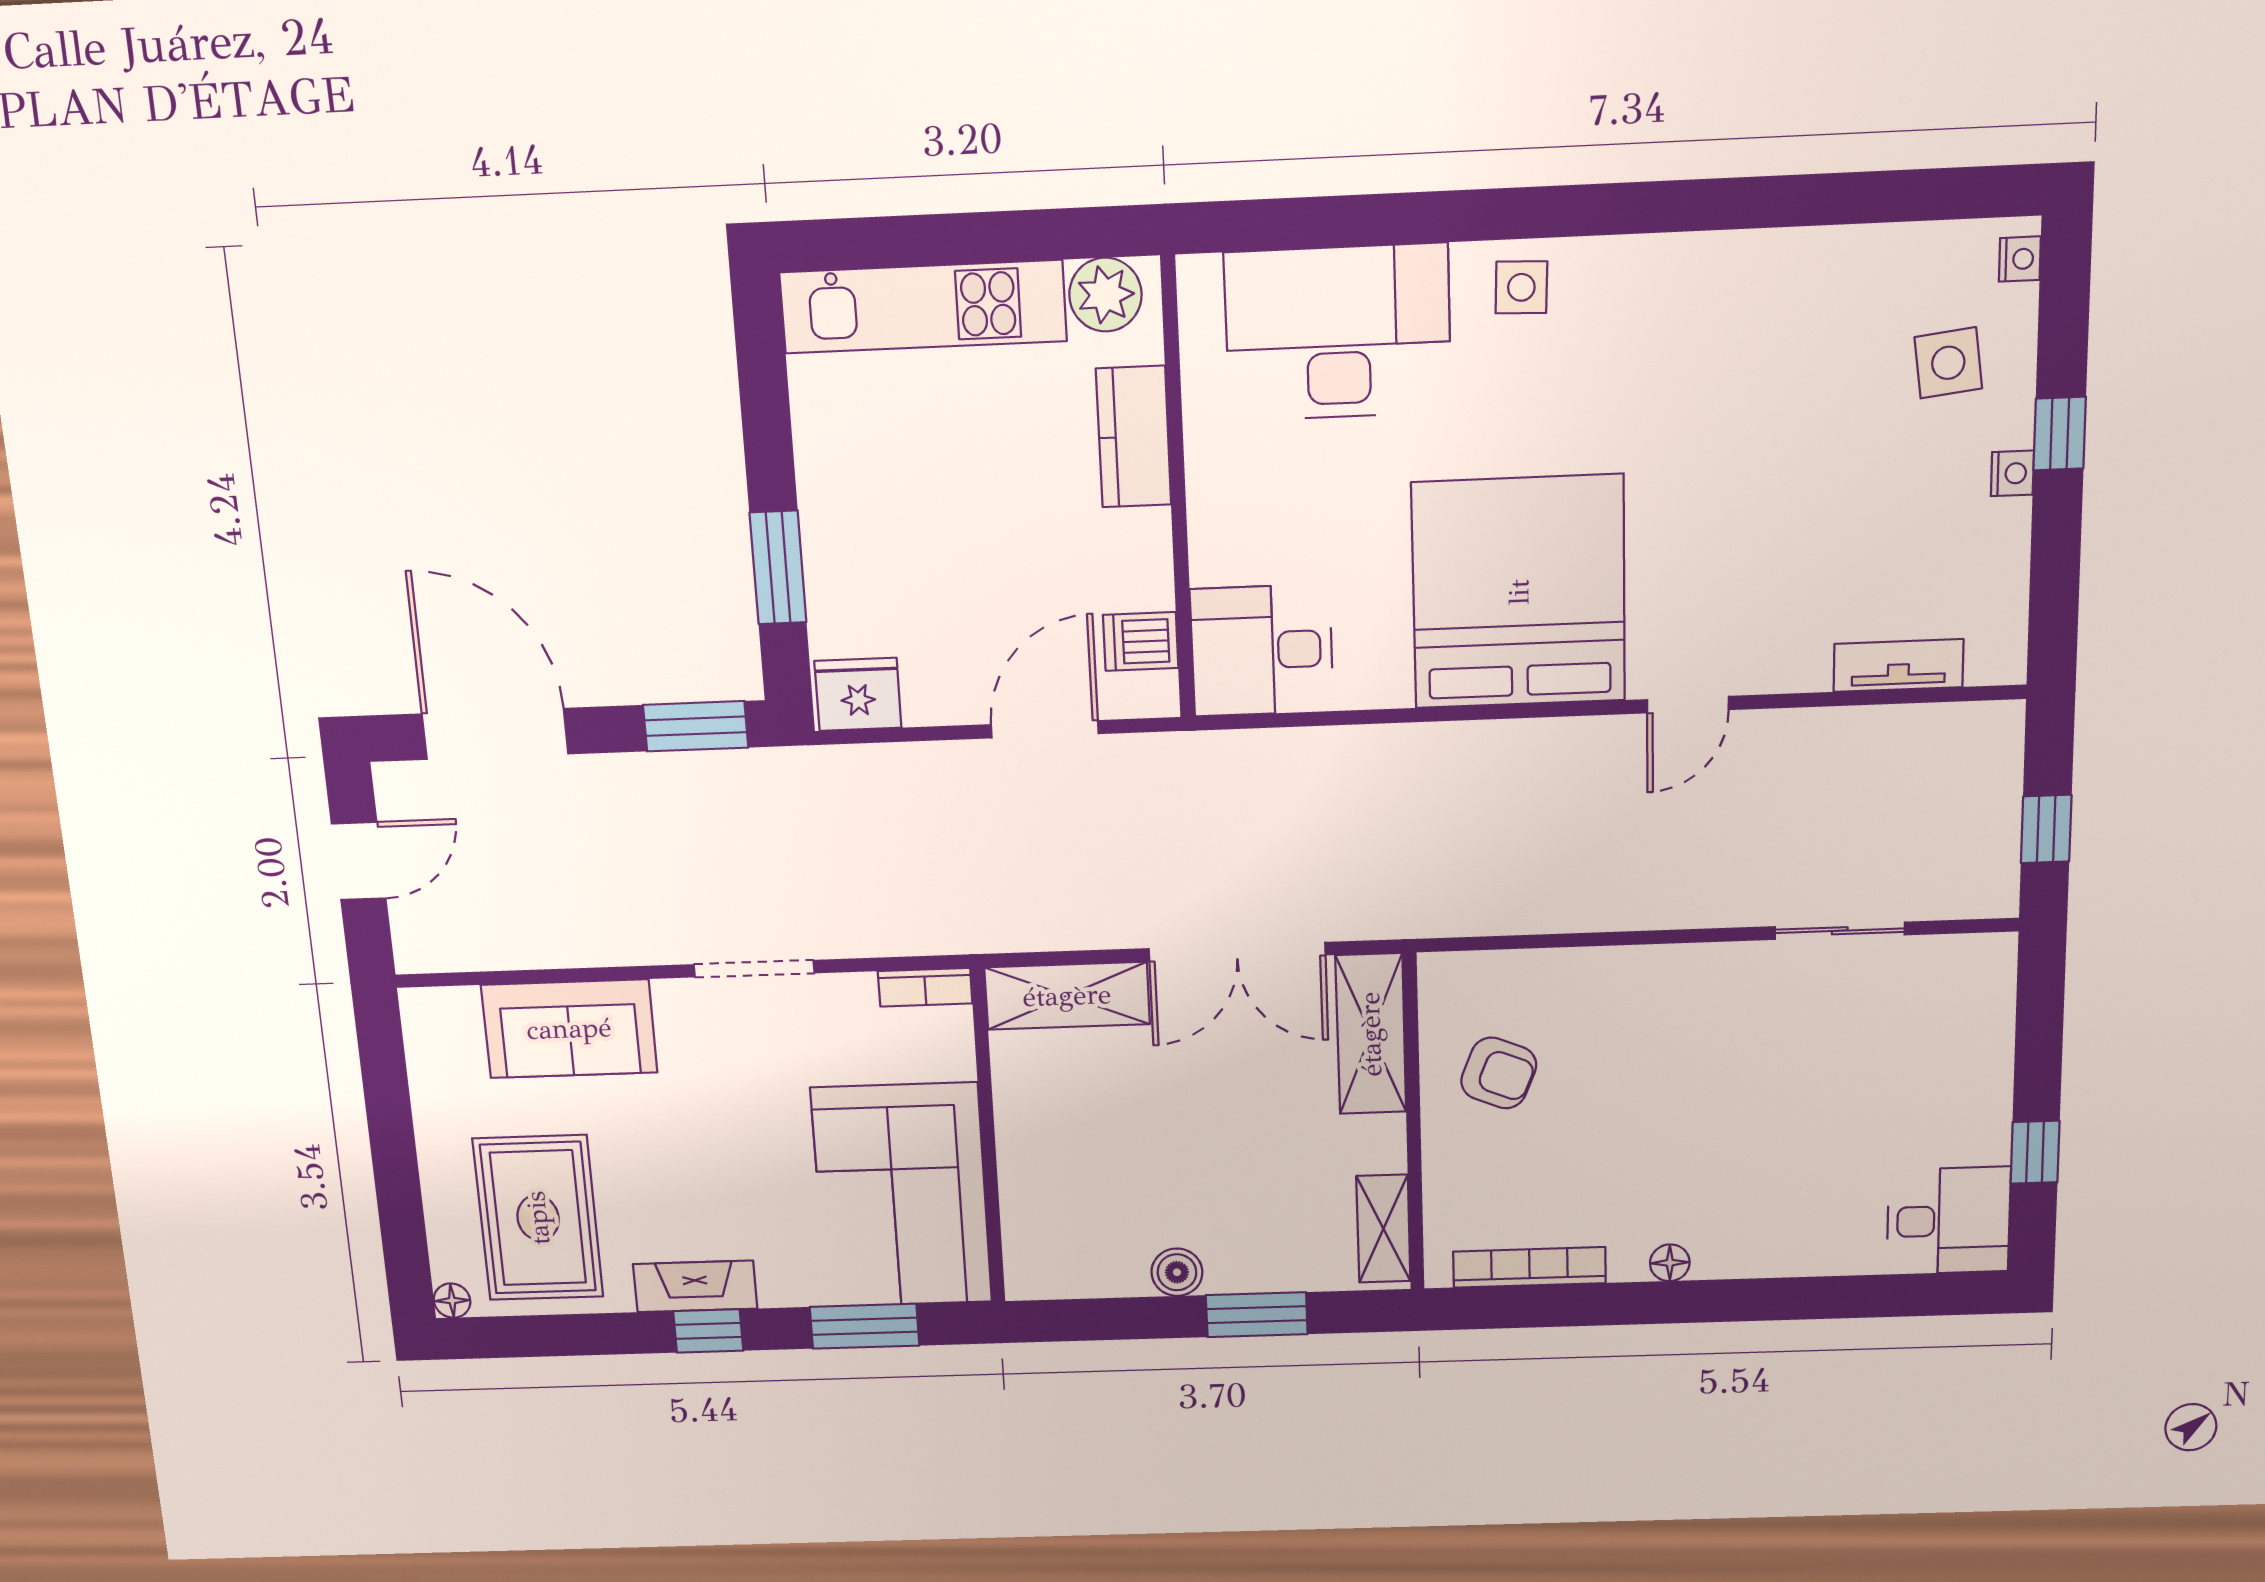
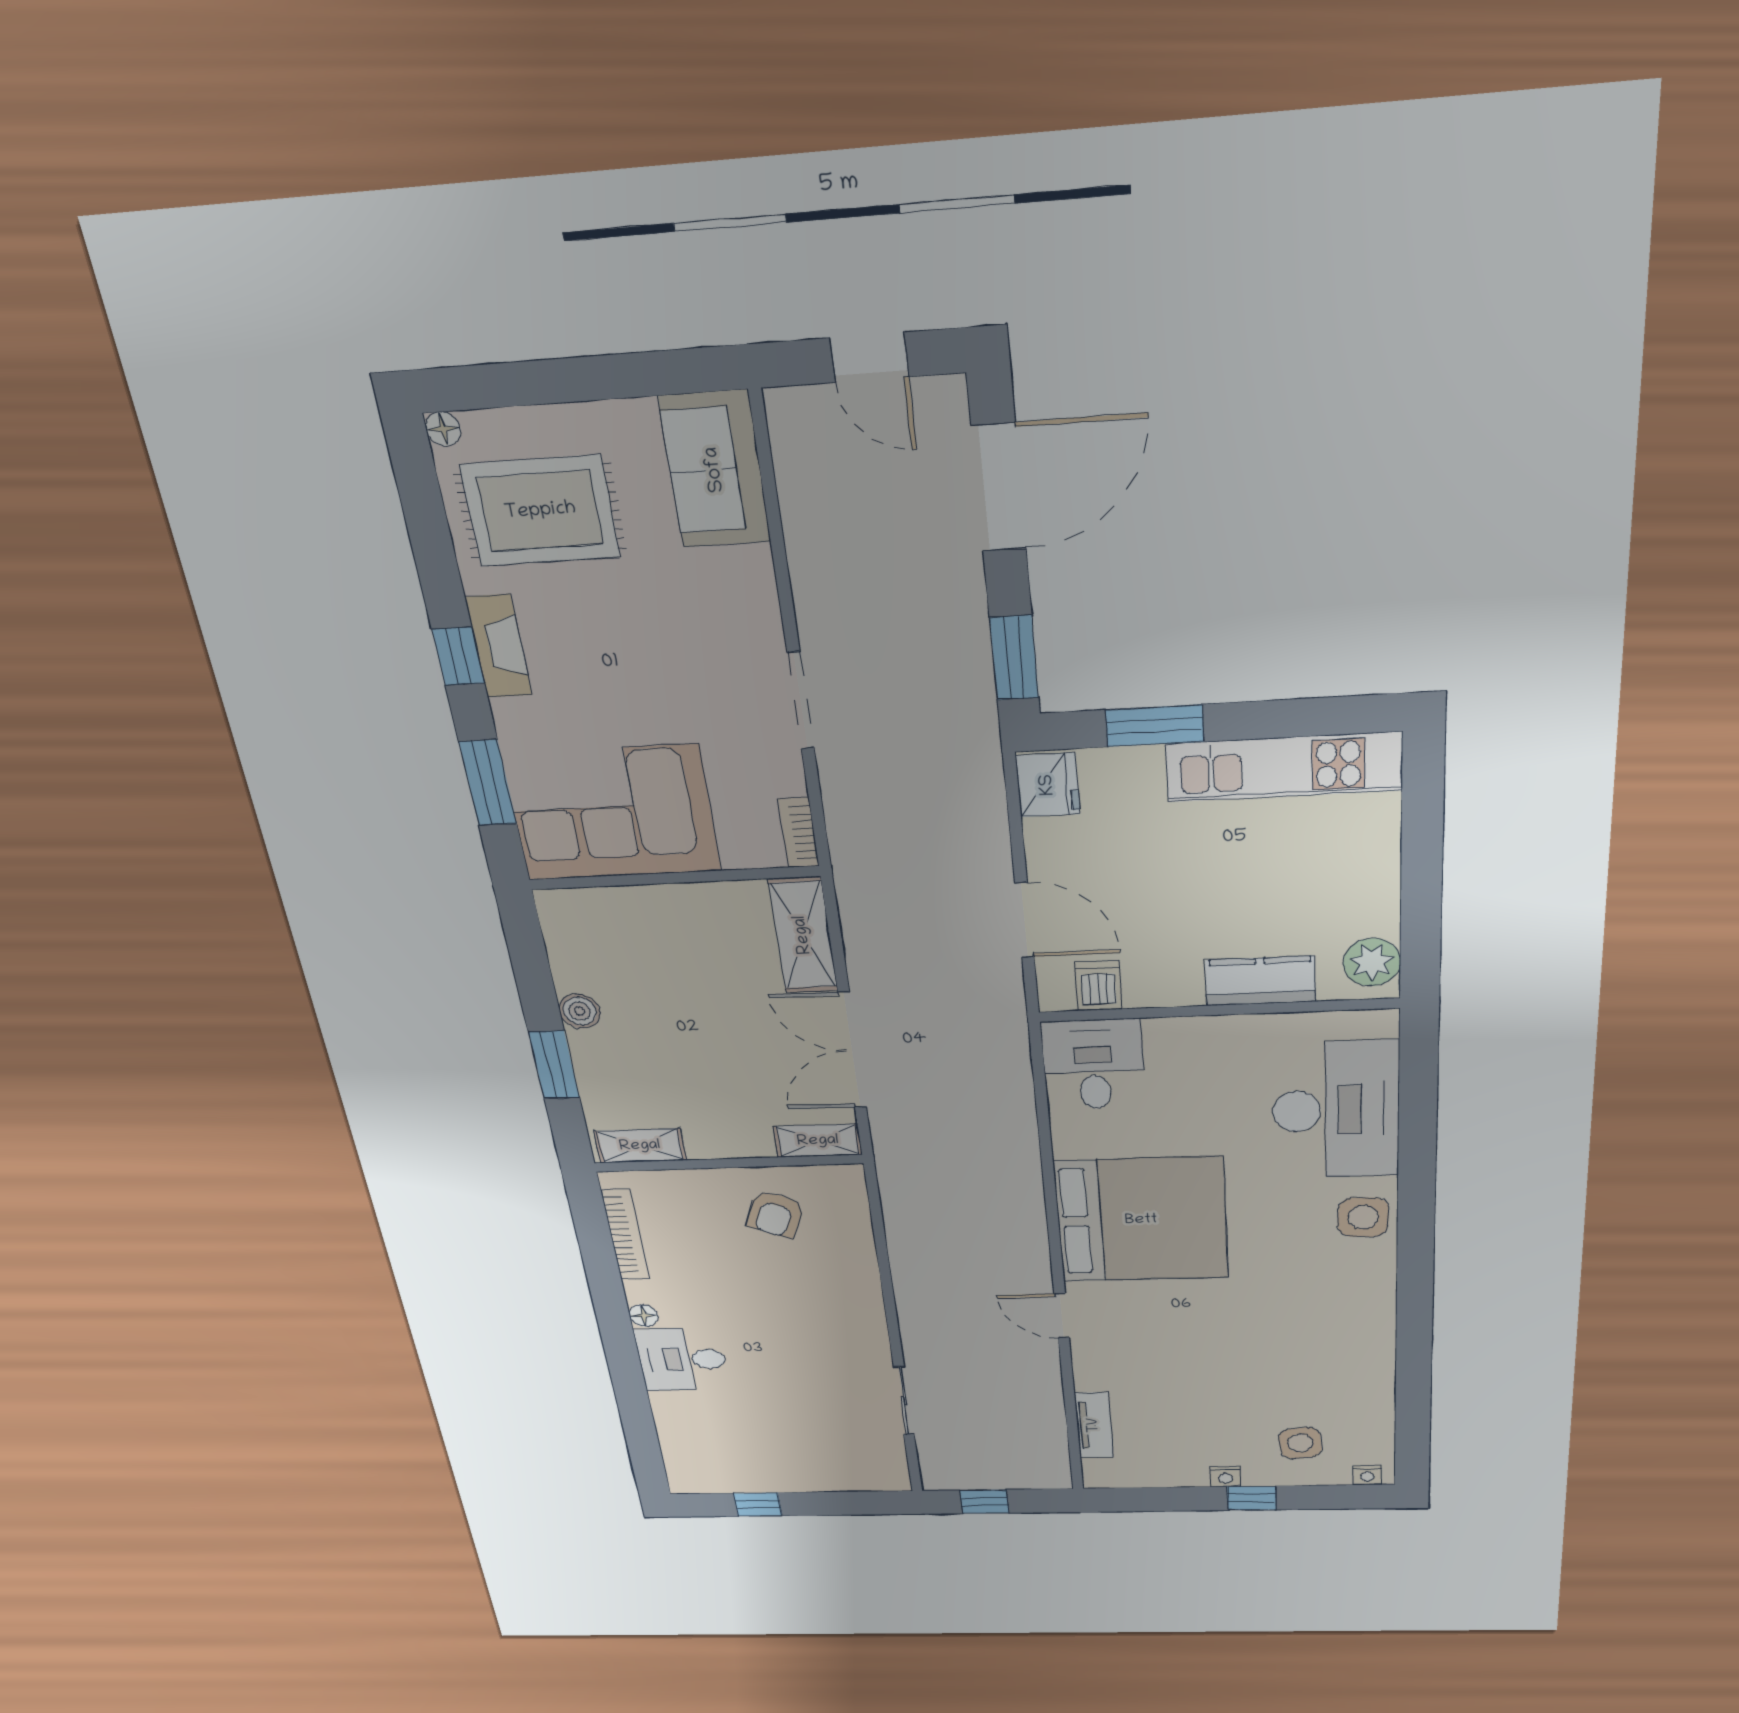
side table: (1521, 287) -> (1363, 1217), width x1.37, depth x1.37
kitchen unit: (923, 307) -> (1284, 767), moved, turned -90
sofa: (569, 1029) -> (715, 470), moved
shelving: (1371, 1034) -> (818, 1141), width x0.67, depth x0.75
desk: (1949, 1221) -> (682, 1359), moved, turned 90

